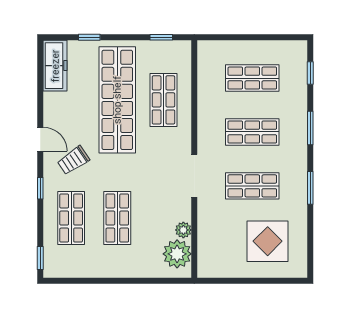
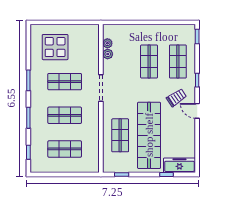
freezer: (55, 66) -> (179, 165), moved, turned 90
plant: (177, 254) -> (107, 43), width x0.53, depth x0.53

